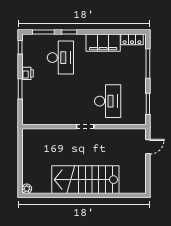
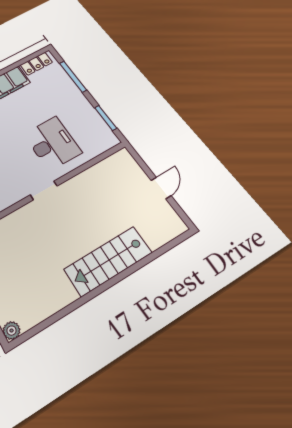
door: (148, 147) -> (161, 188), moved
stairs: (85, 180) -> (108, 261), width x0.73, depth x0.66

